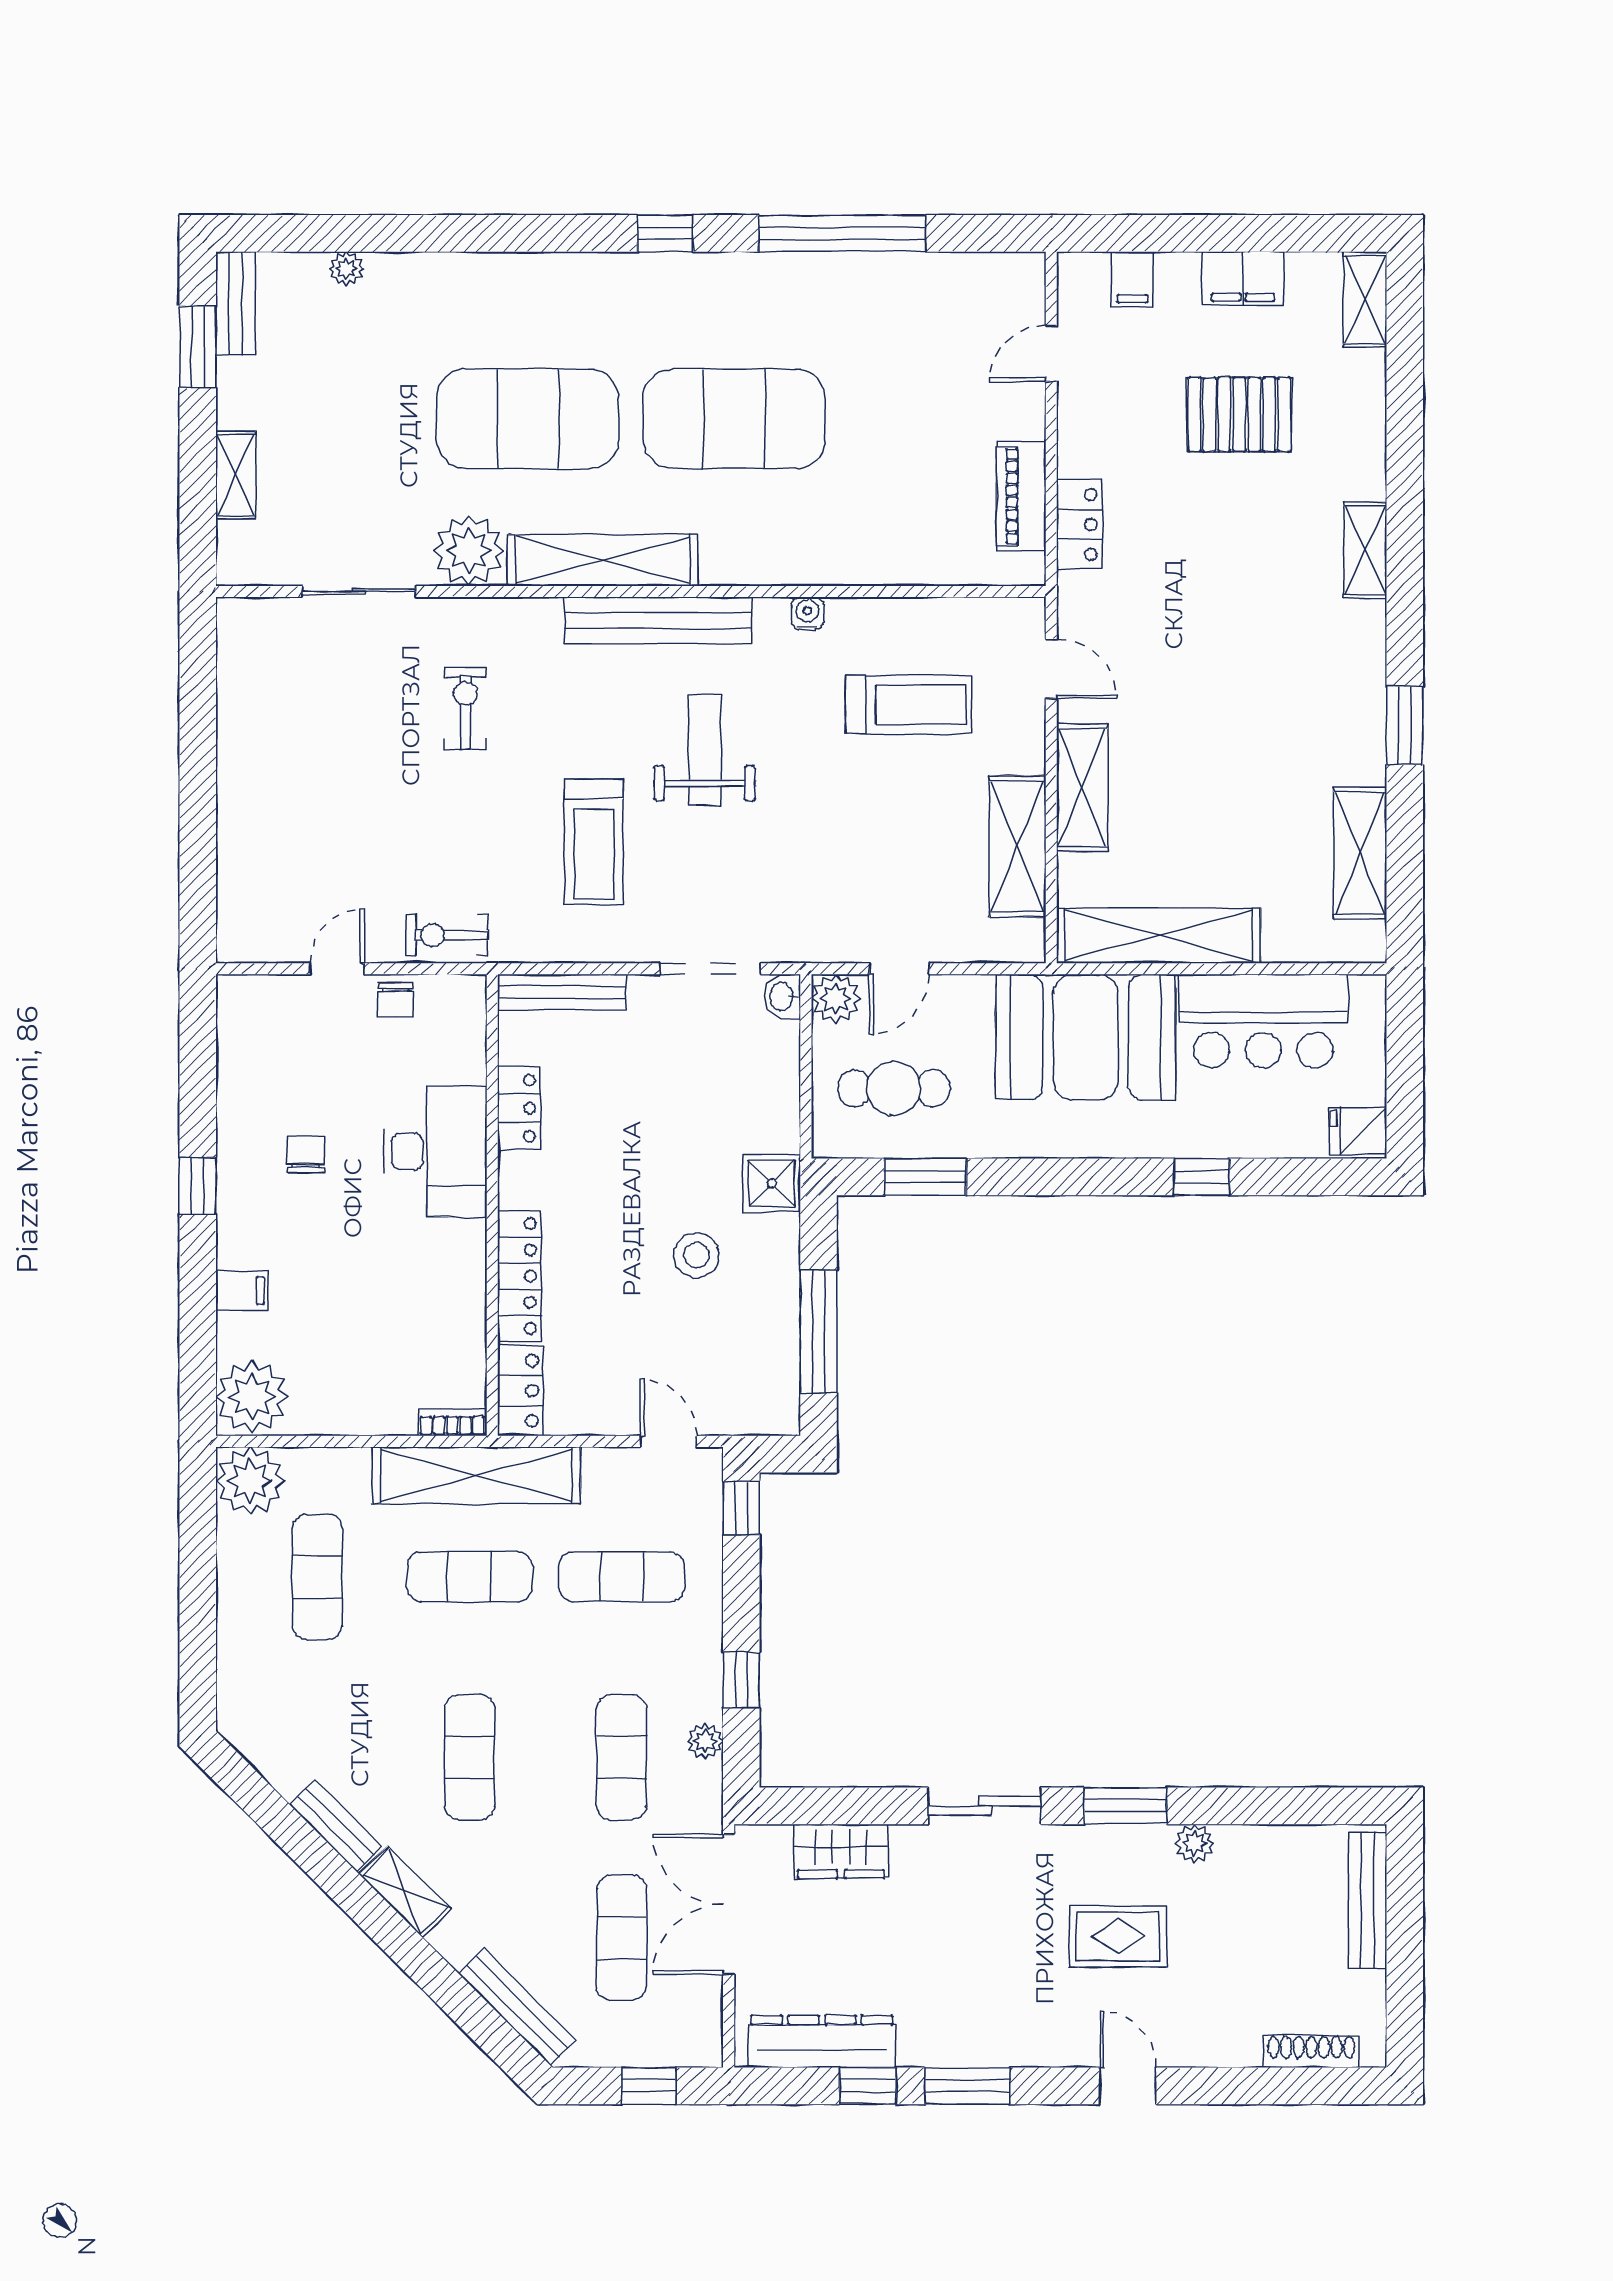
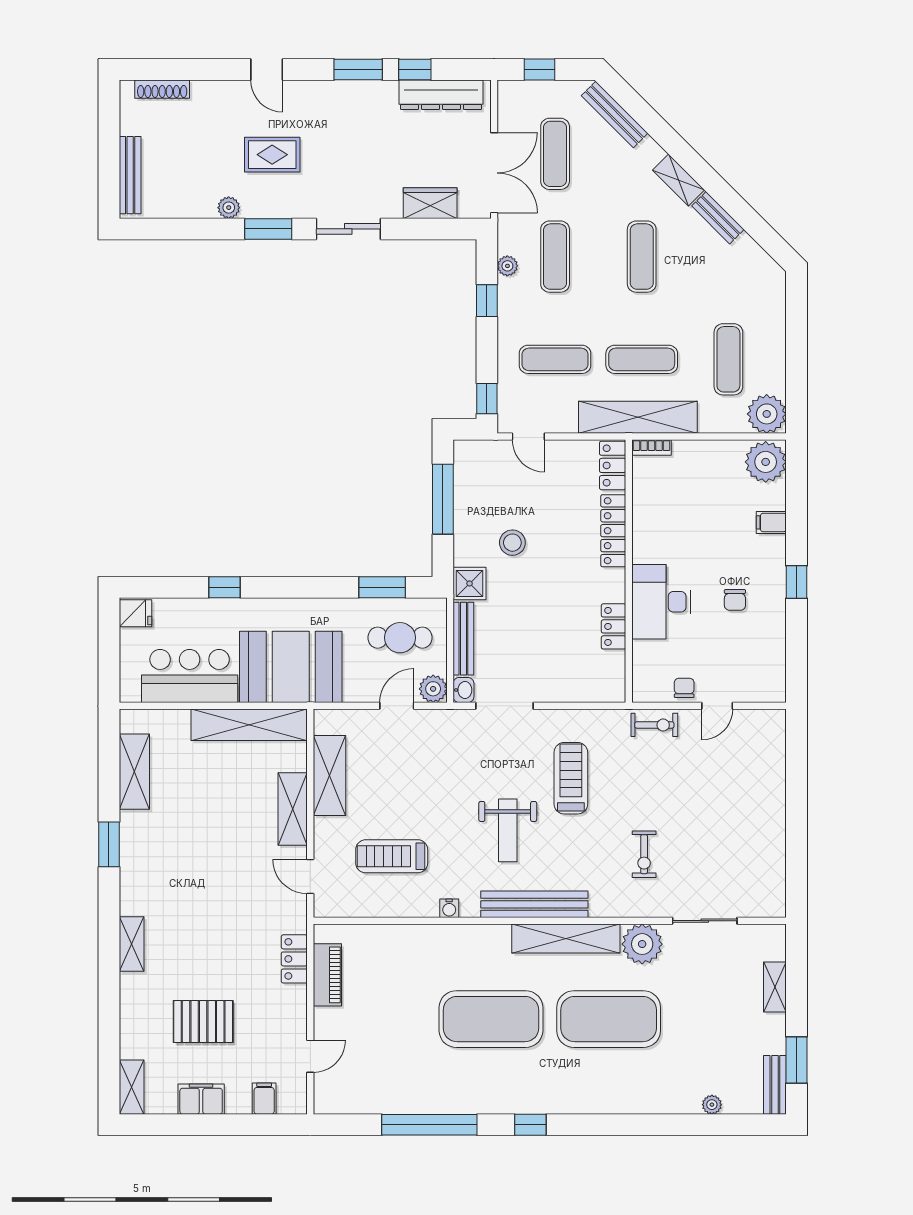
bench: (562, 992) -> (463, 639), moved, turned 90

